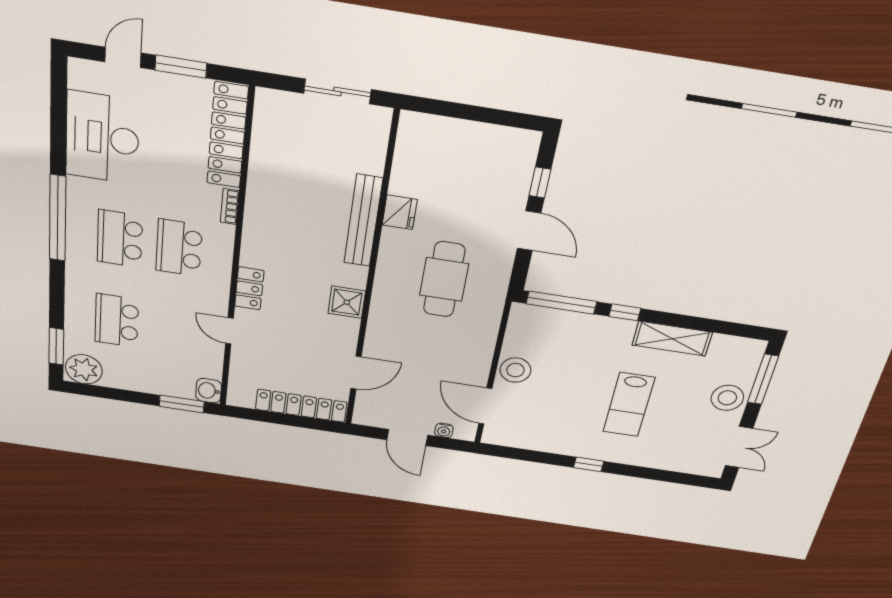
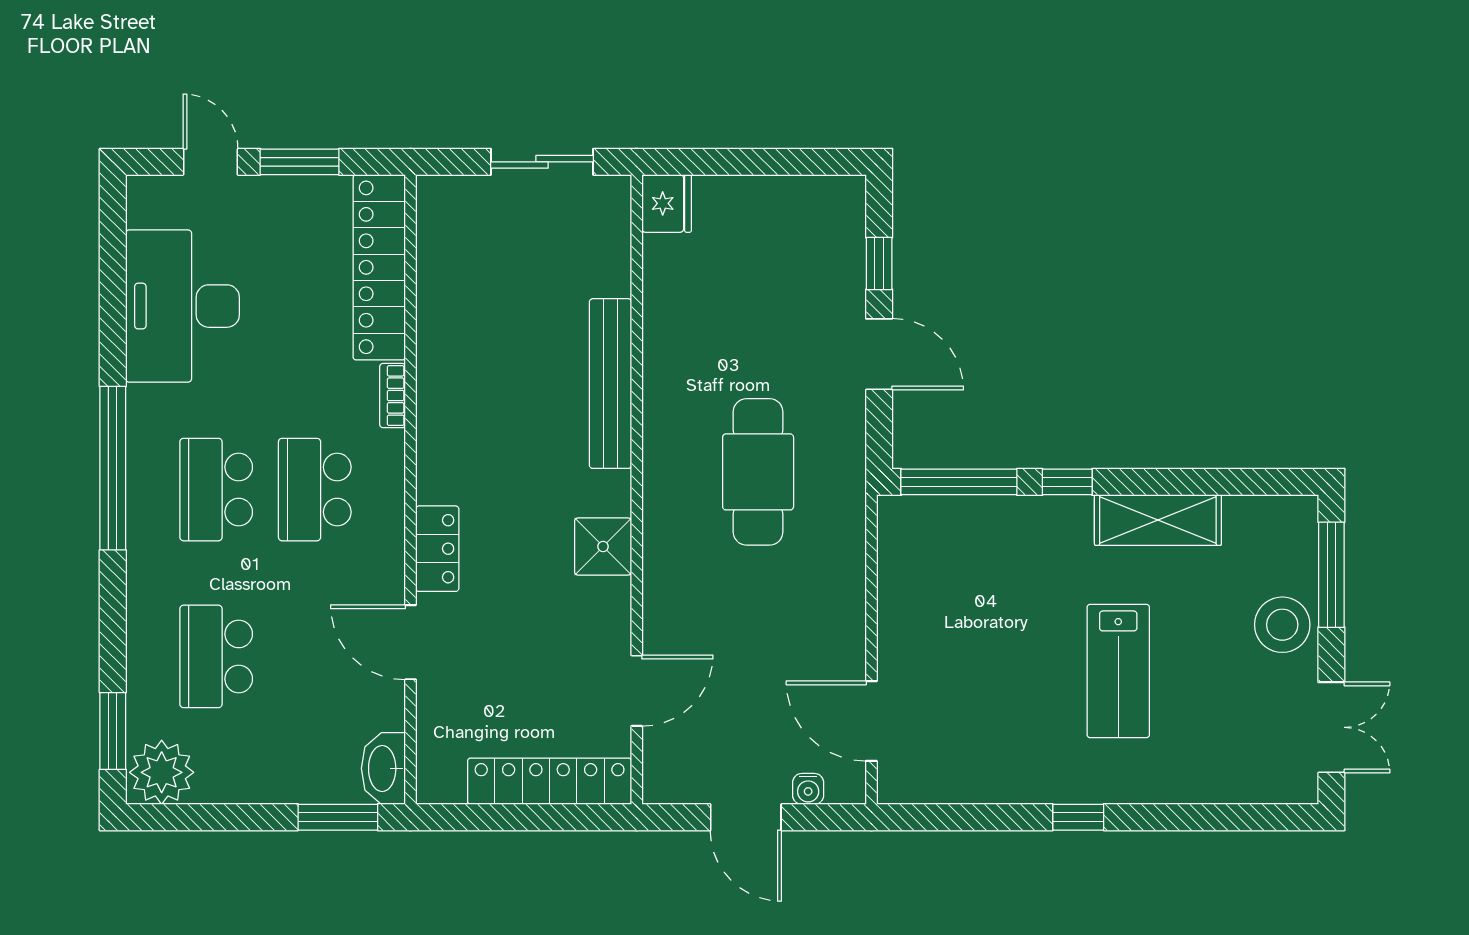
door: (123, 57) -> (211, 162), hinge flipped
fridge: (400, 212) -> (667, 203), moved
door: (229, 331) -> (411, 642), width x1.38
stool: (515, 370) -> (909, 634), removed
washbasin: (209, 391) -> (383, 768), width x1.38

